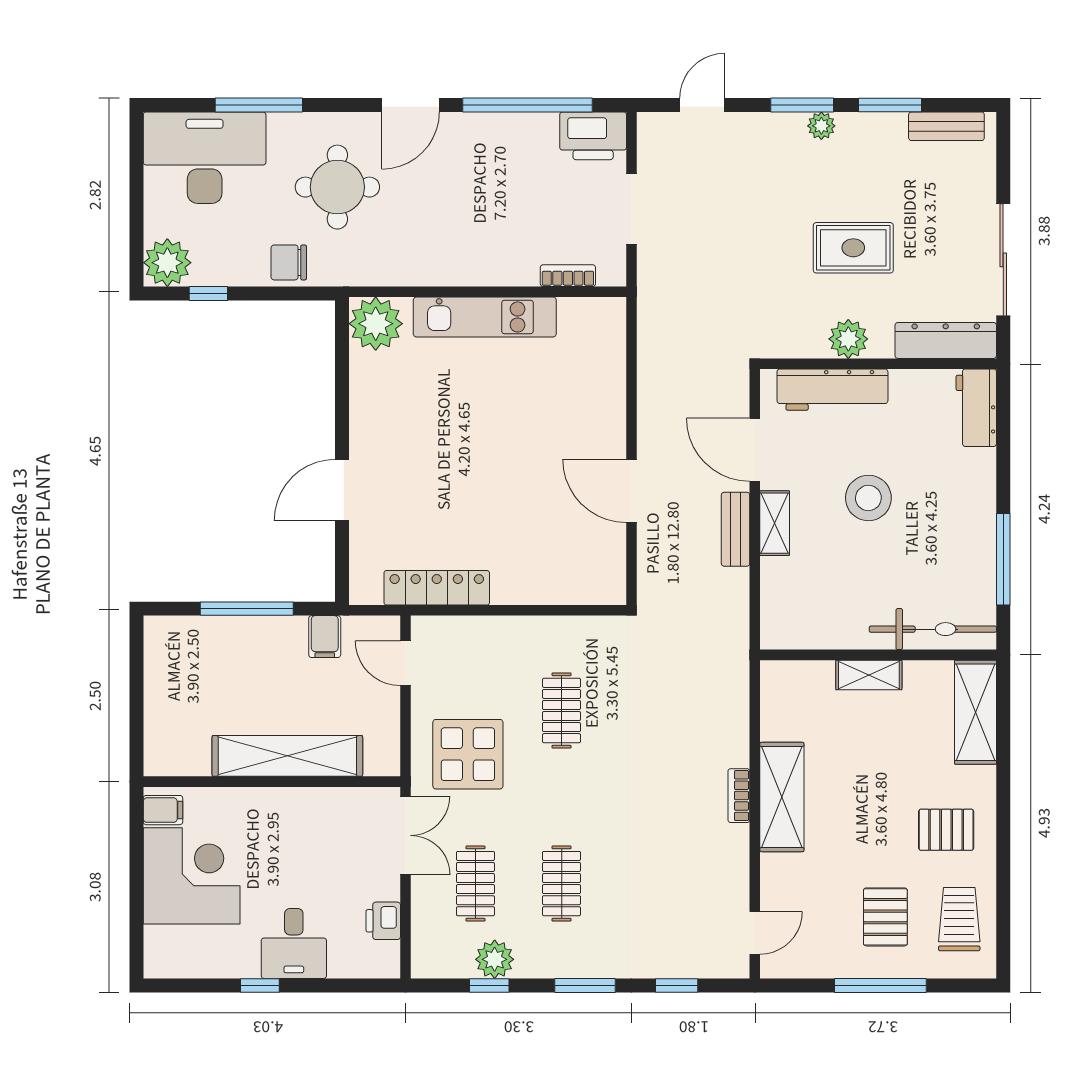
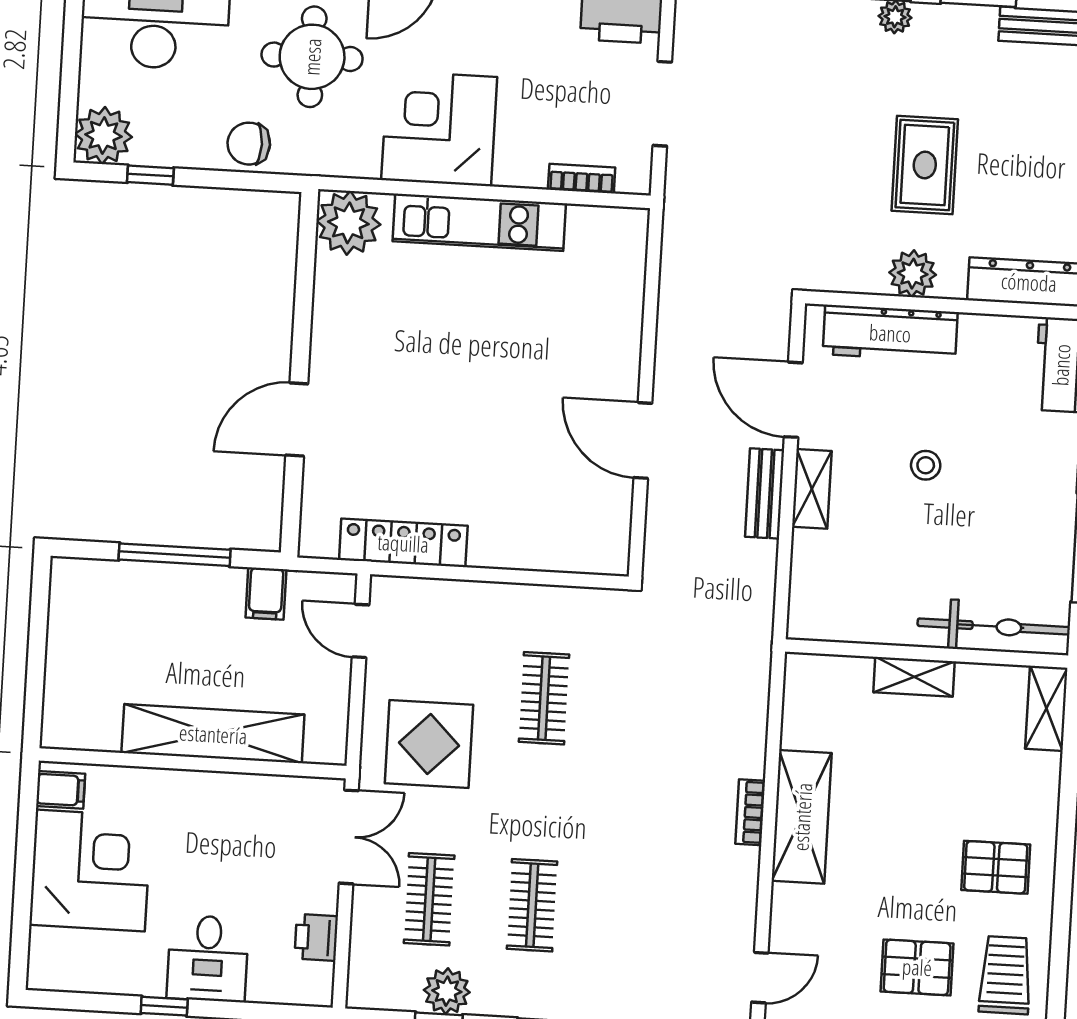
corner desk: (447, 241) -> (439, 129), added
rug: (853, 248) -> (925, 165), turned 90
stool: (868, 498) -> (926, 465), width x0.53, depth x0.53
shelving: (975, 712) -> (1046, 708), width x0.67, depth x0.75
pallet: (885, 917) -> (917, 967), turned 90

